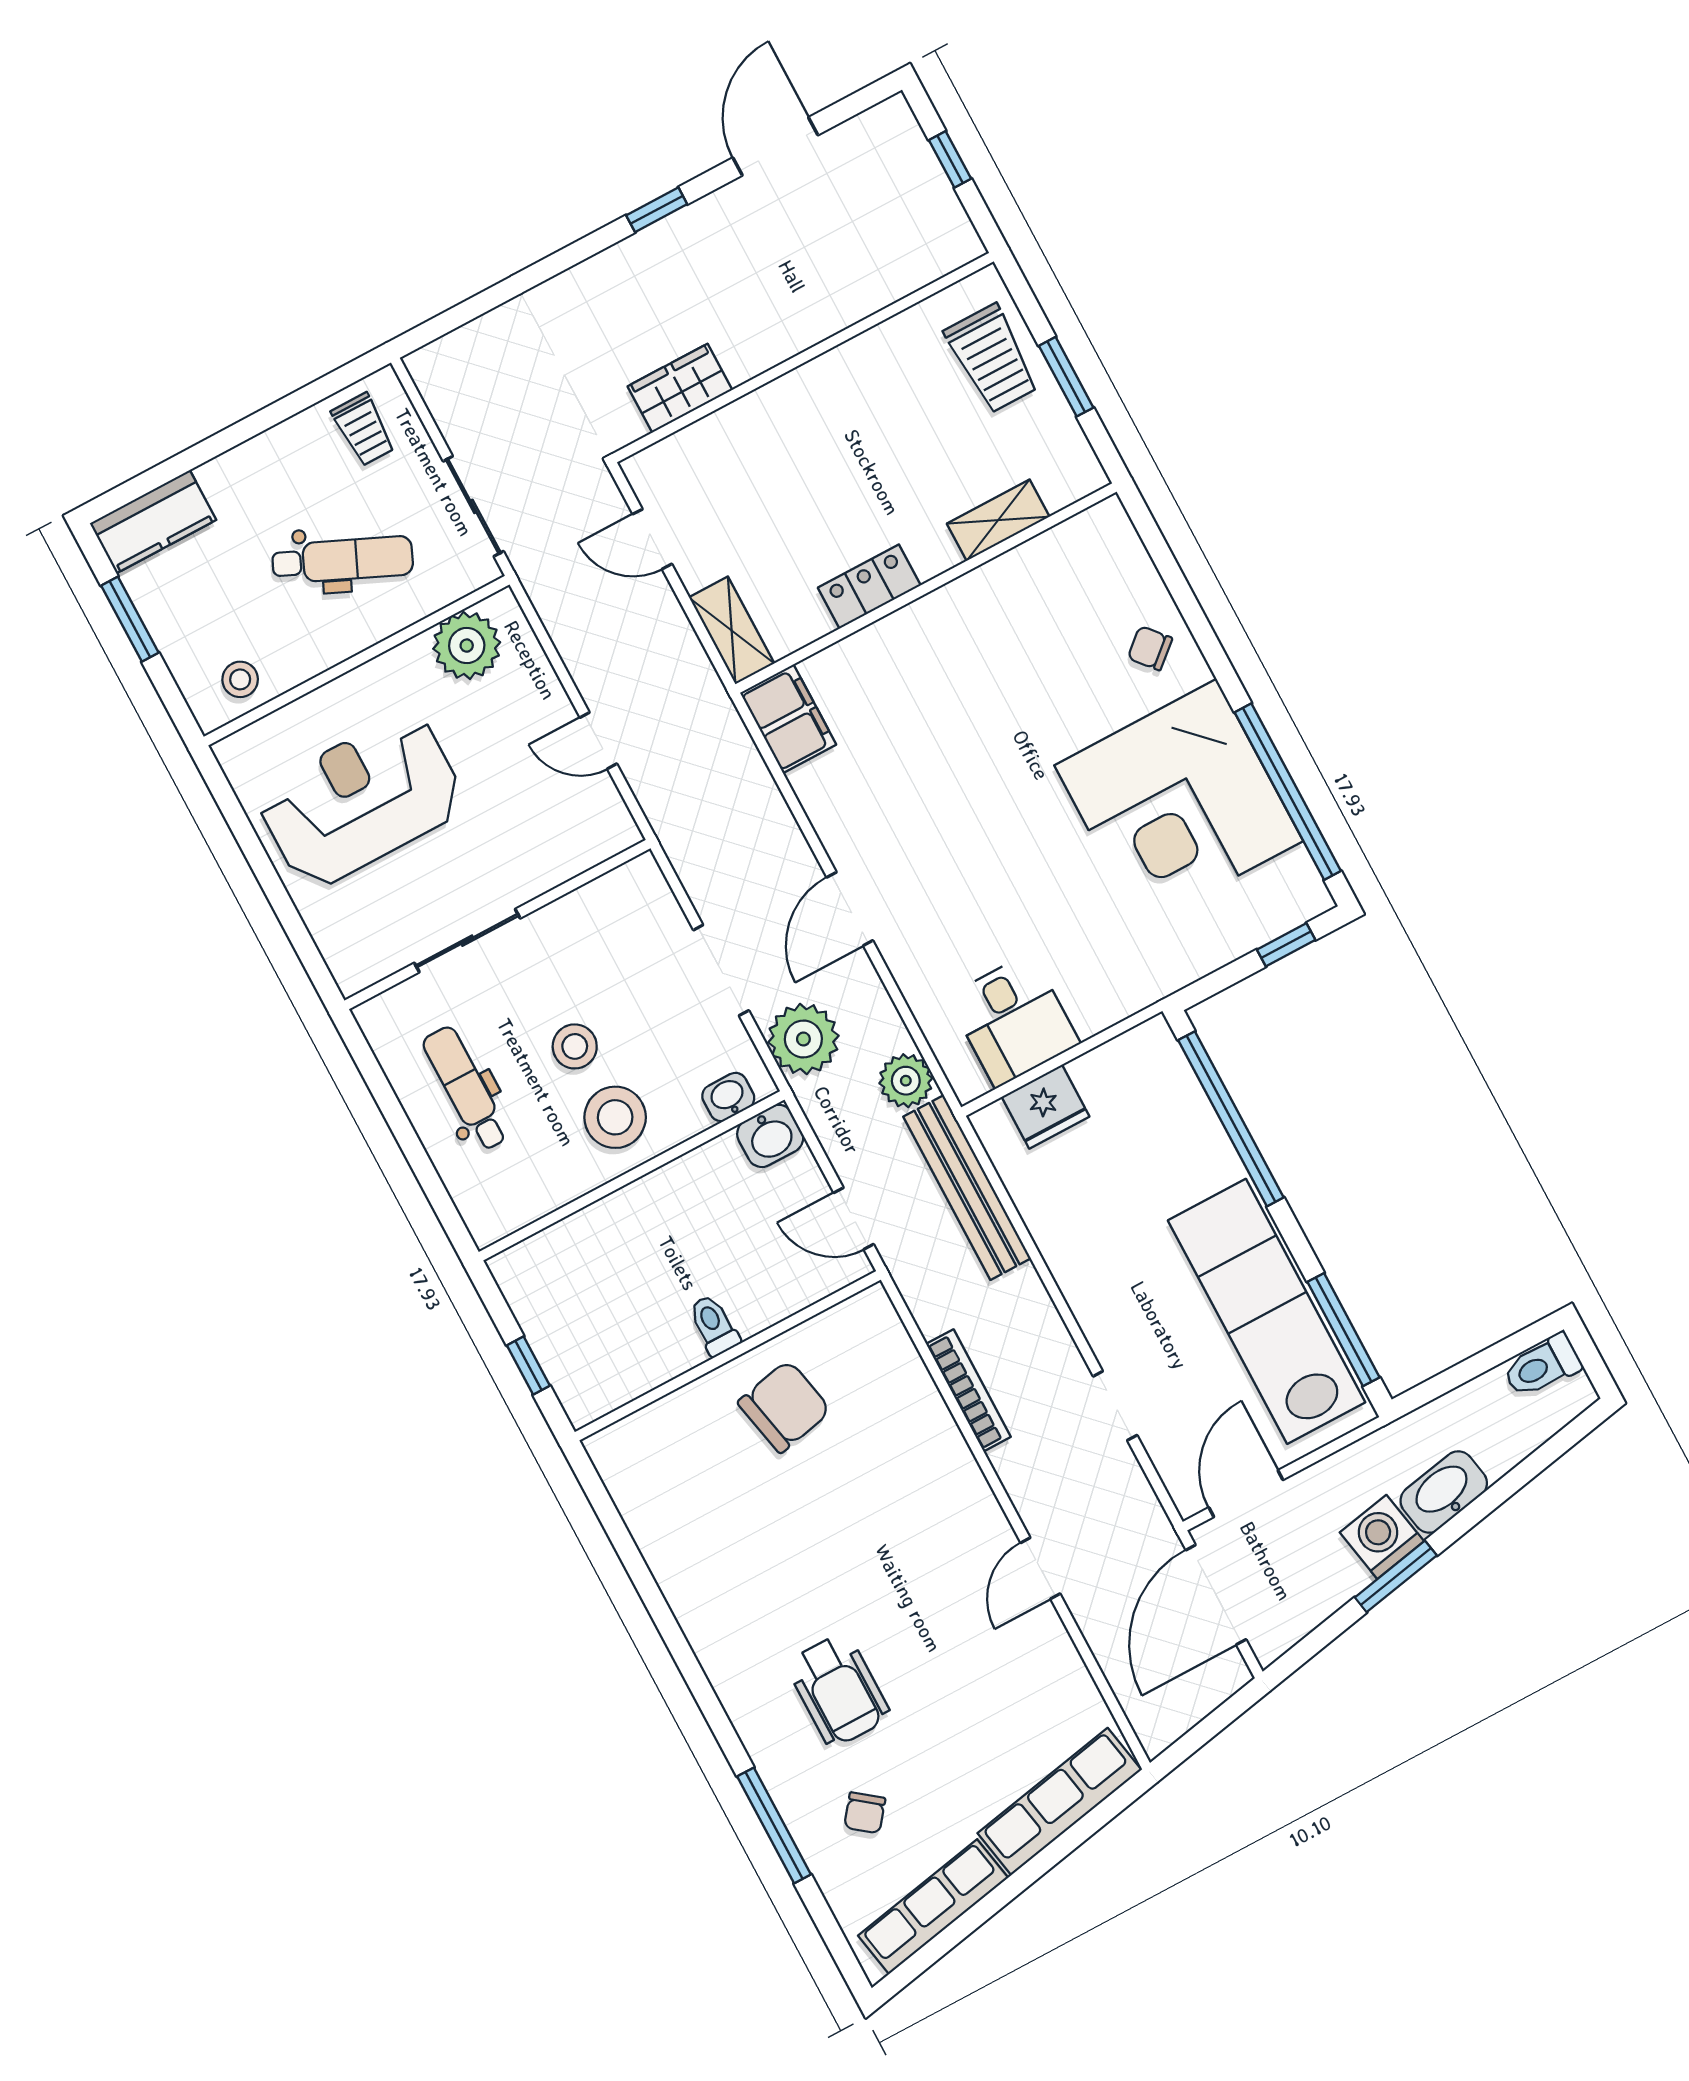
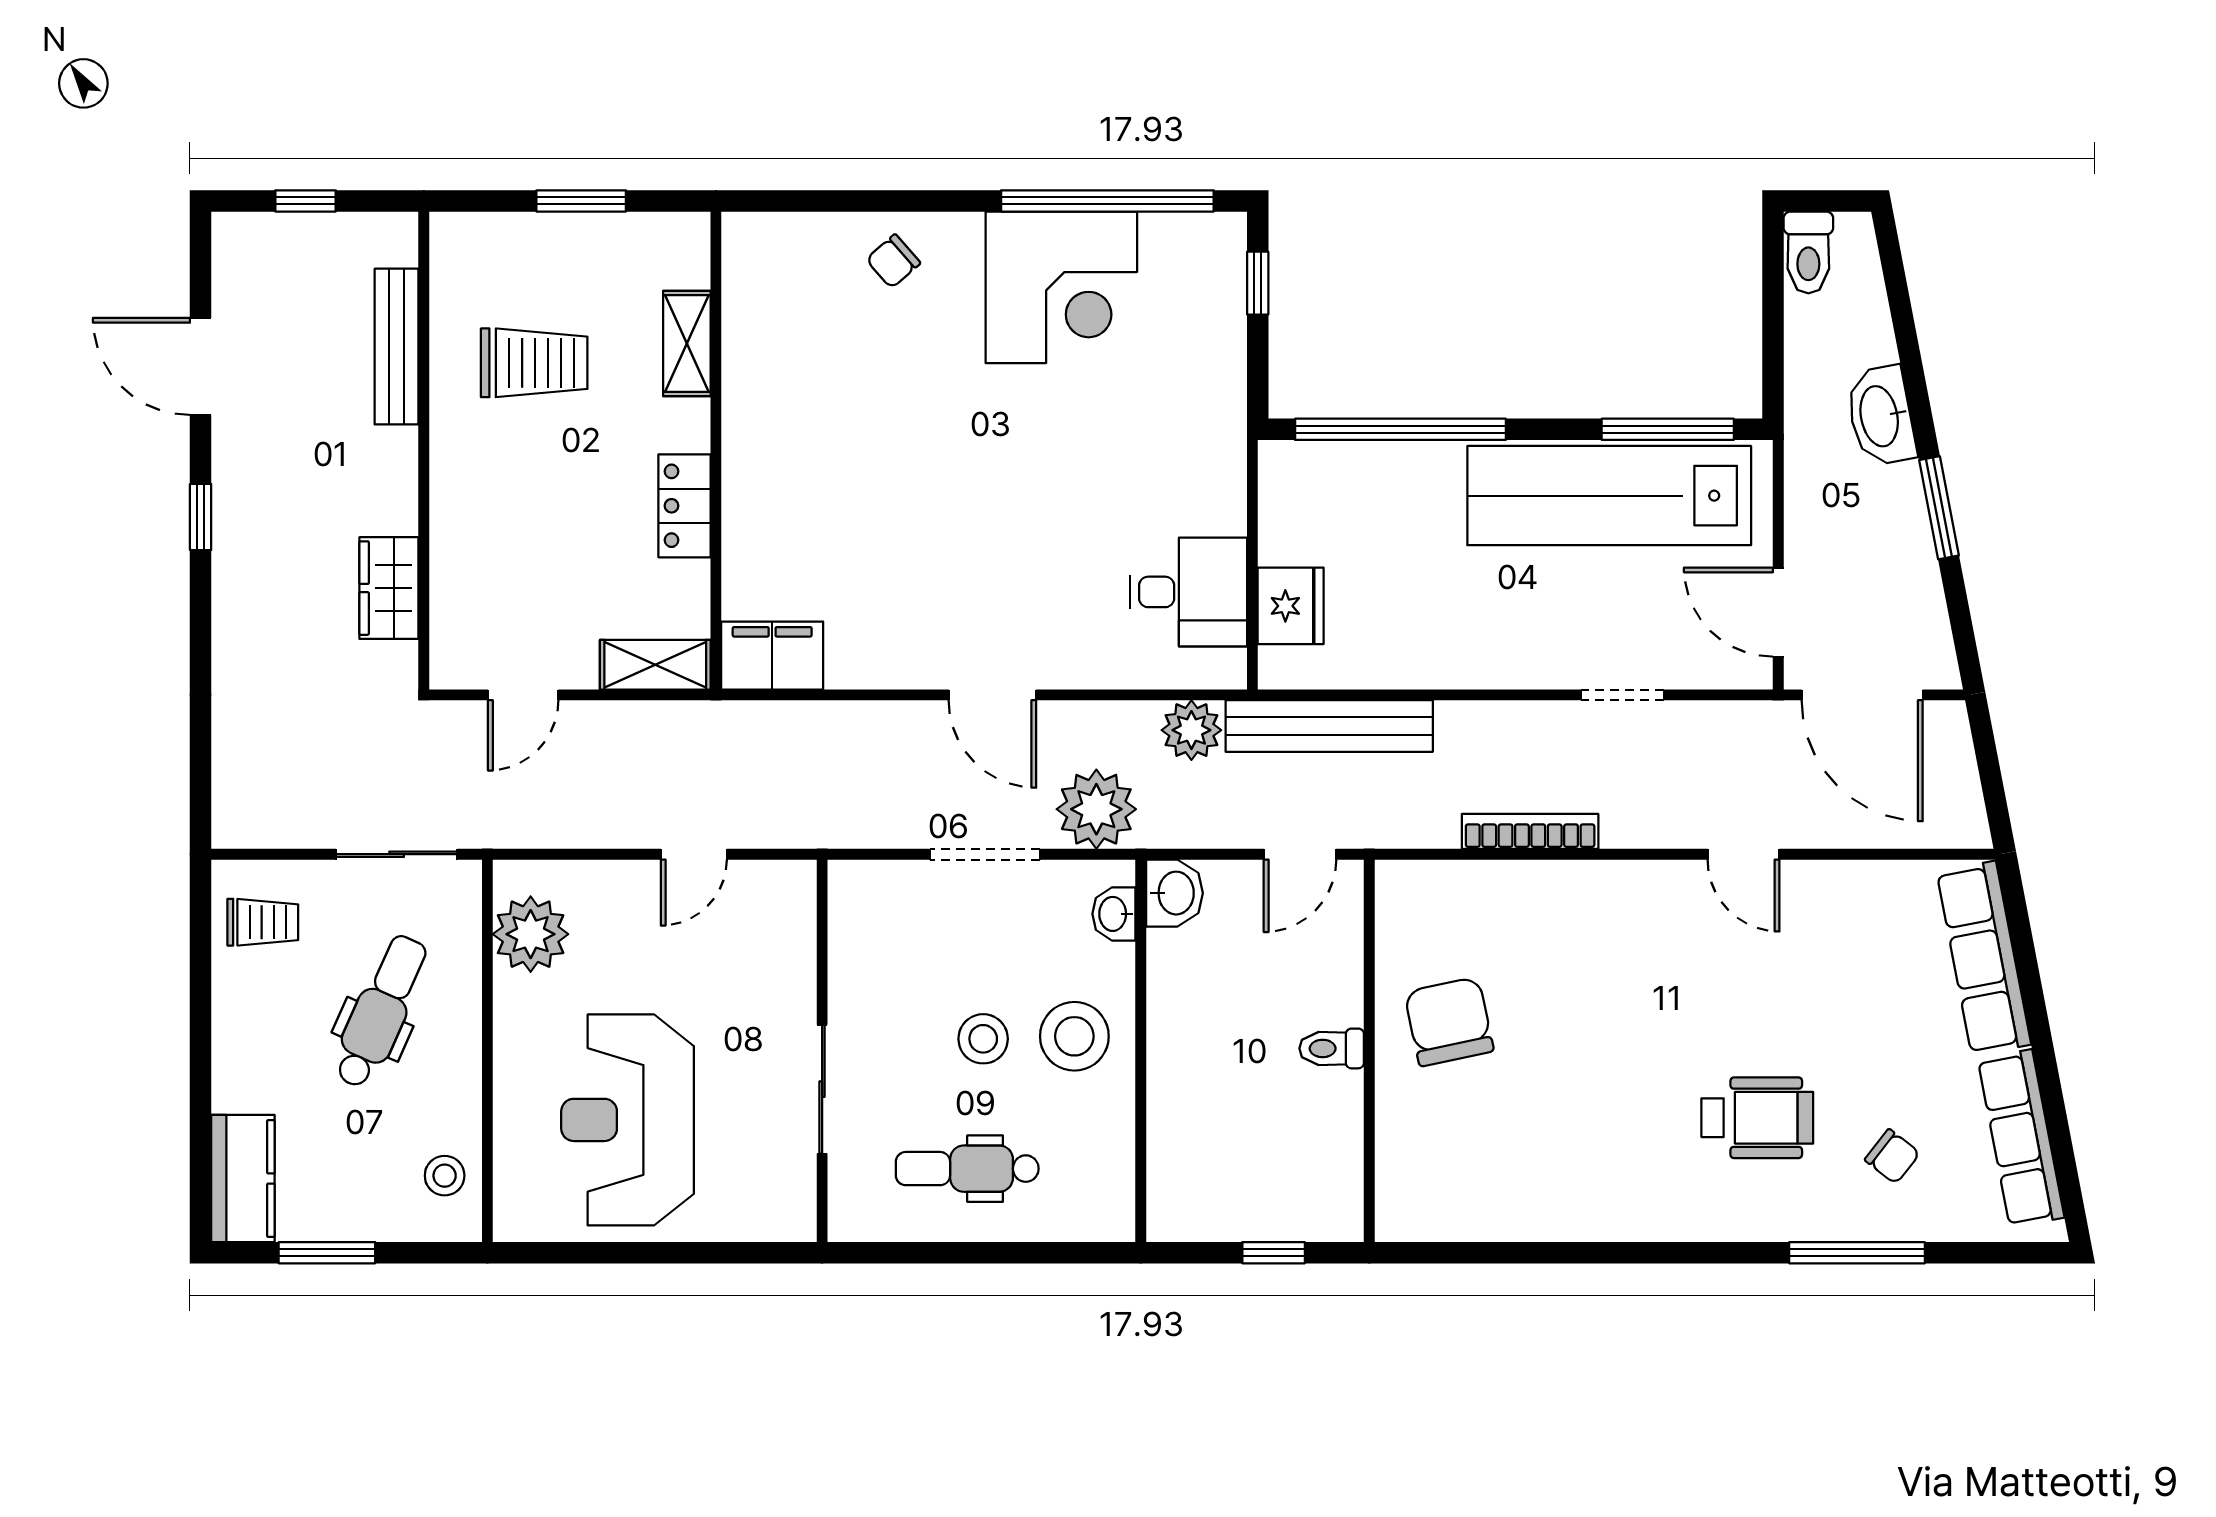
bench: (874, 293) -> (397, 347), added
trolley: (992, 359) -> (534, 363), moved
corner desk: (1179, 803) -> (1061, 287), width x0.74, depth x0.74
washing machine: (1382, 1537) -> (1893, 501), removed

